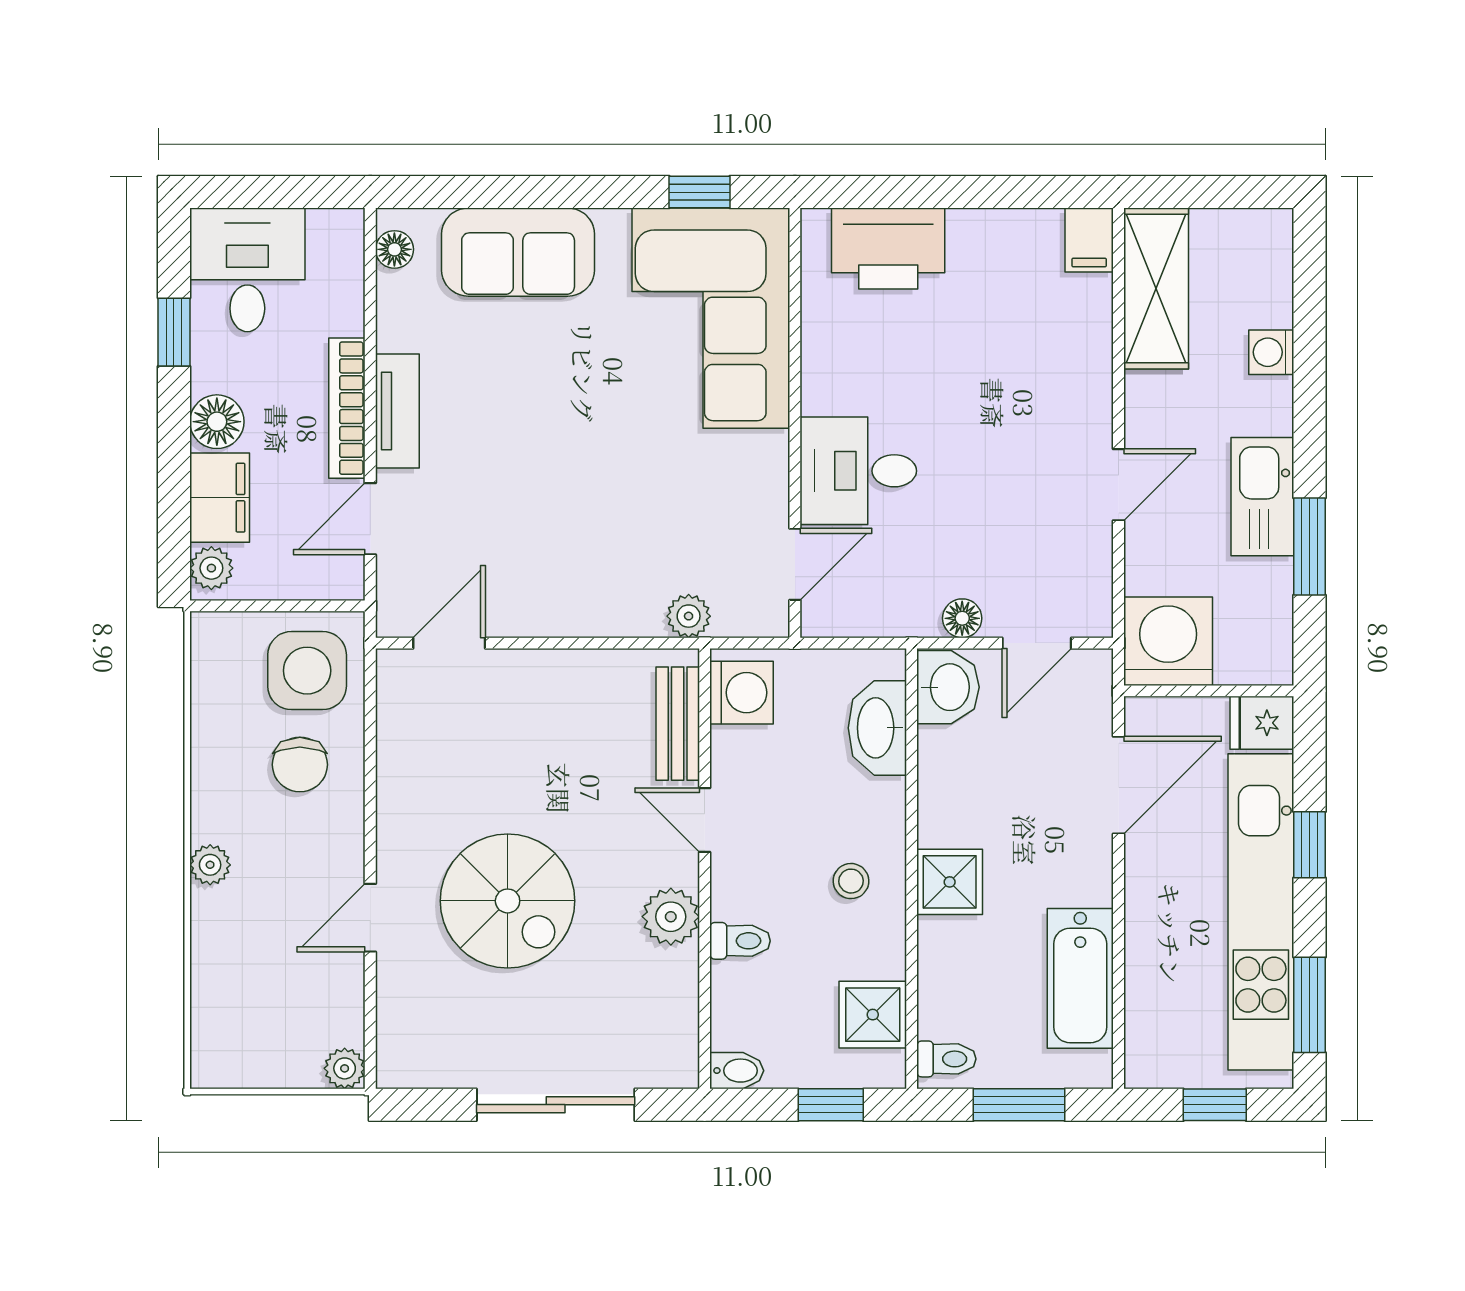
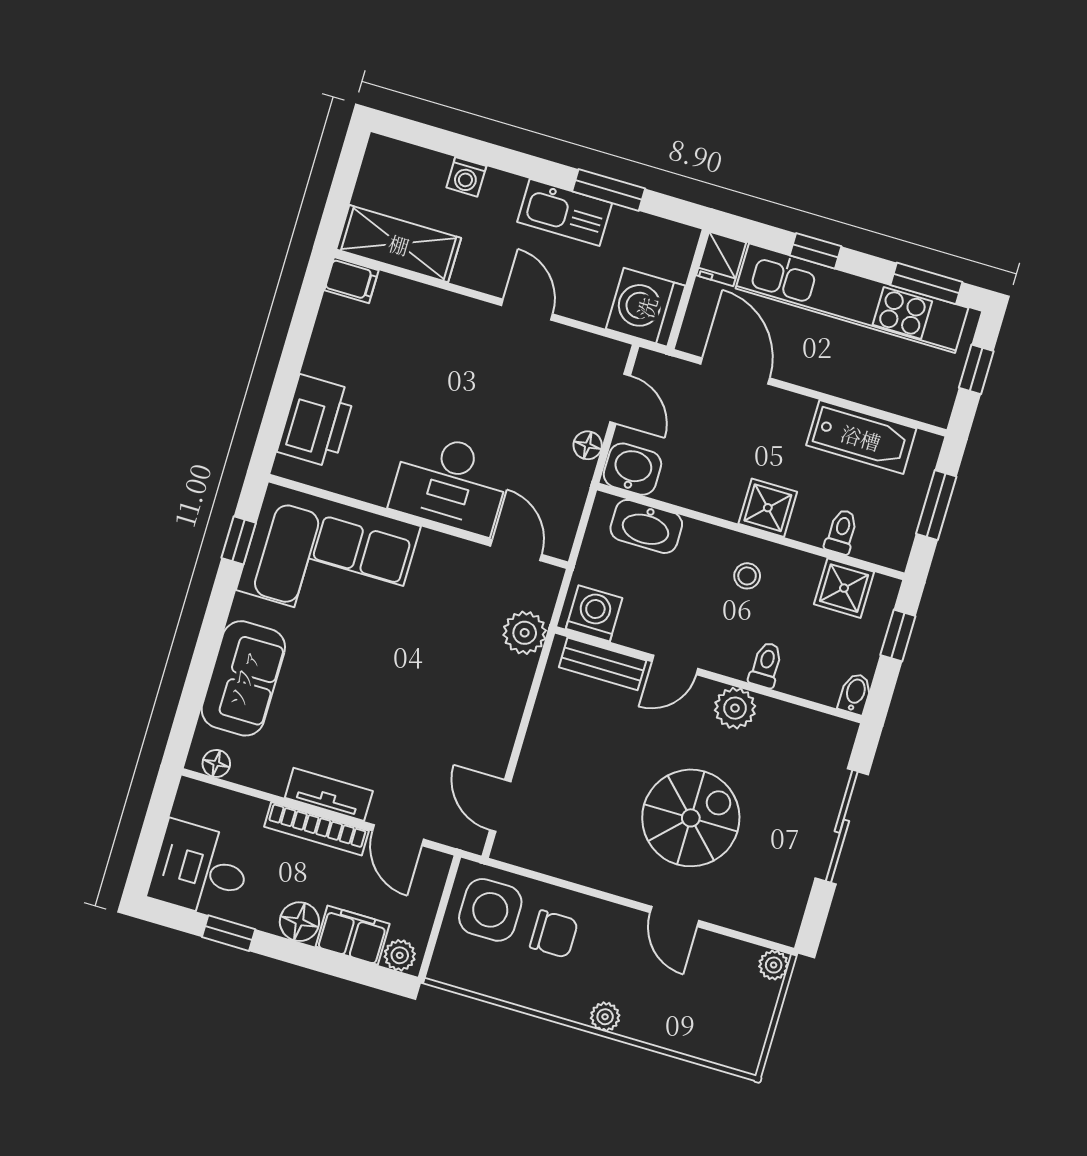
desk: (858, 471) -> (450, 483), width x1.37
plant: (689, 616) -> (525, 633), width x1.38, depth x1.38
toilet: (946, 1059) -> (841, 532), moved

